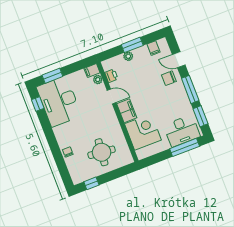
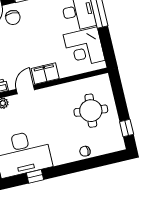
window: (38, 104) -> (35, 176), moved
corner desk: (143, 132) -> (84, 47), moved, turned -90

